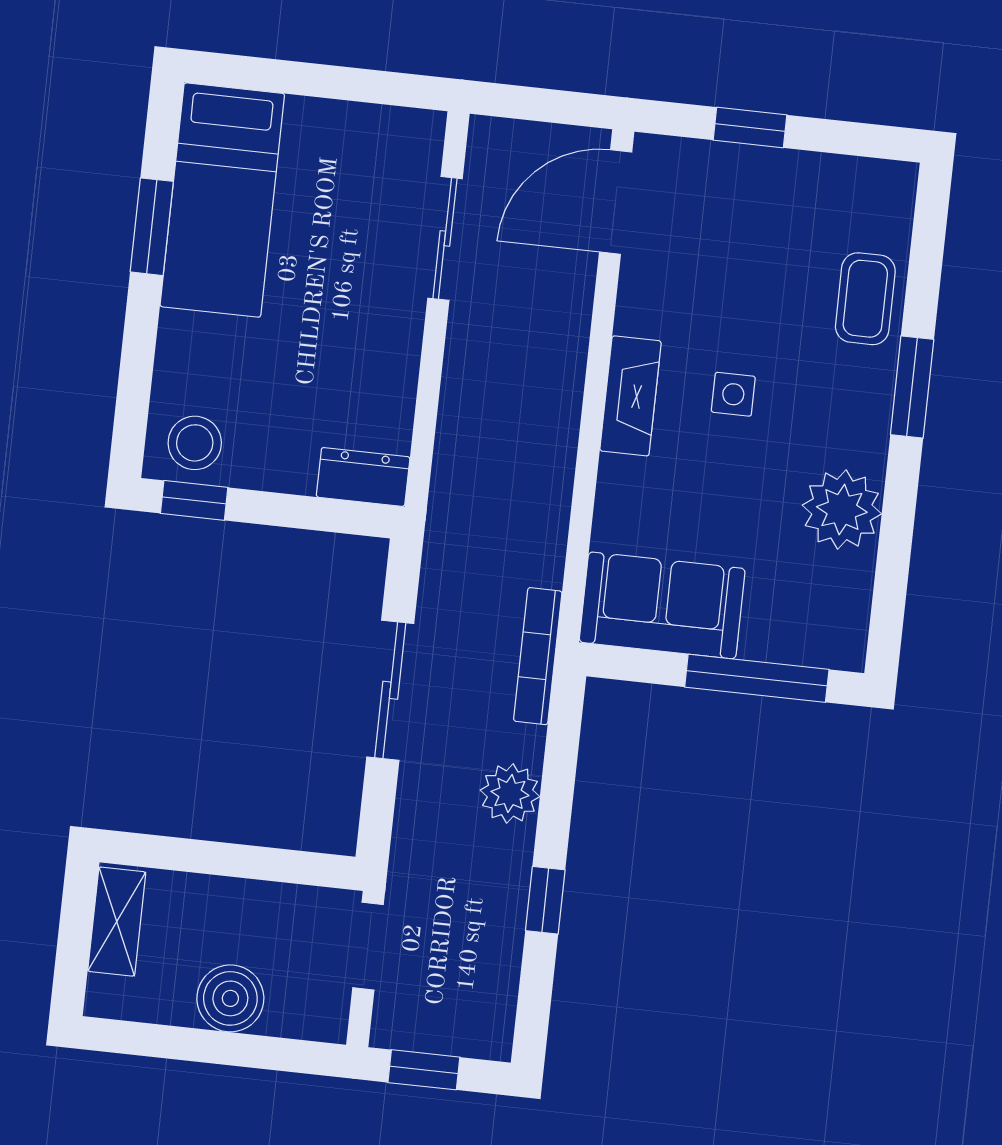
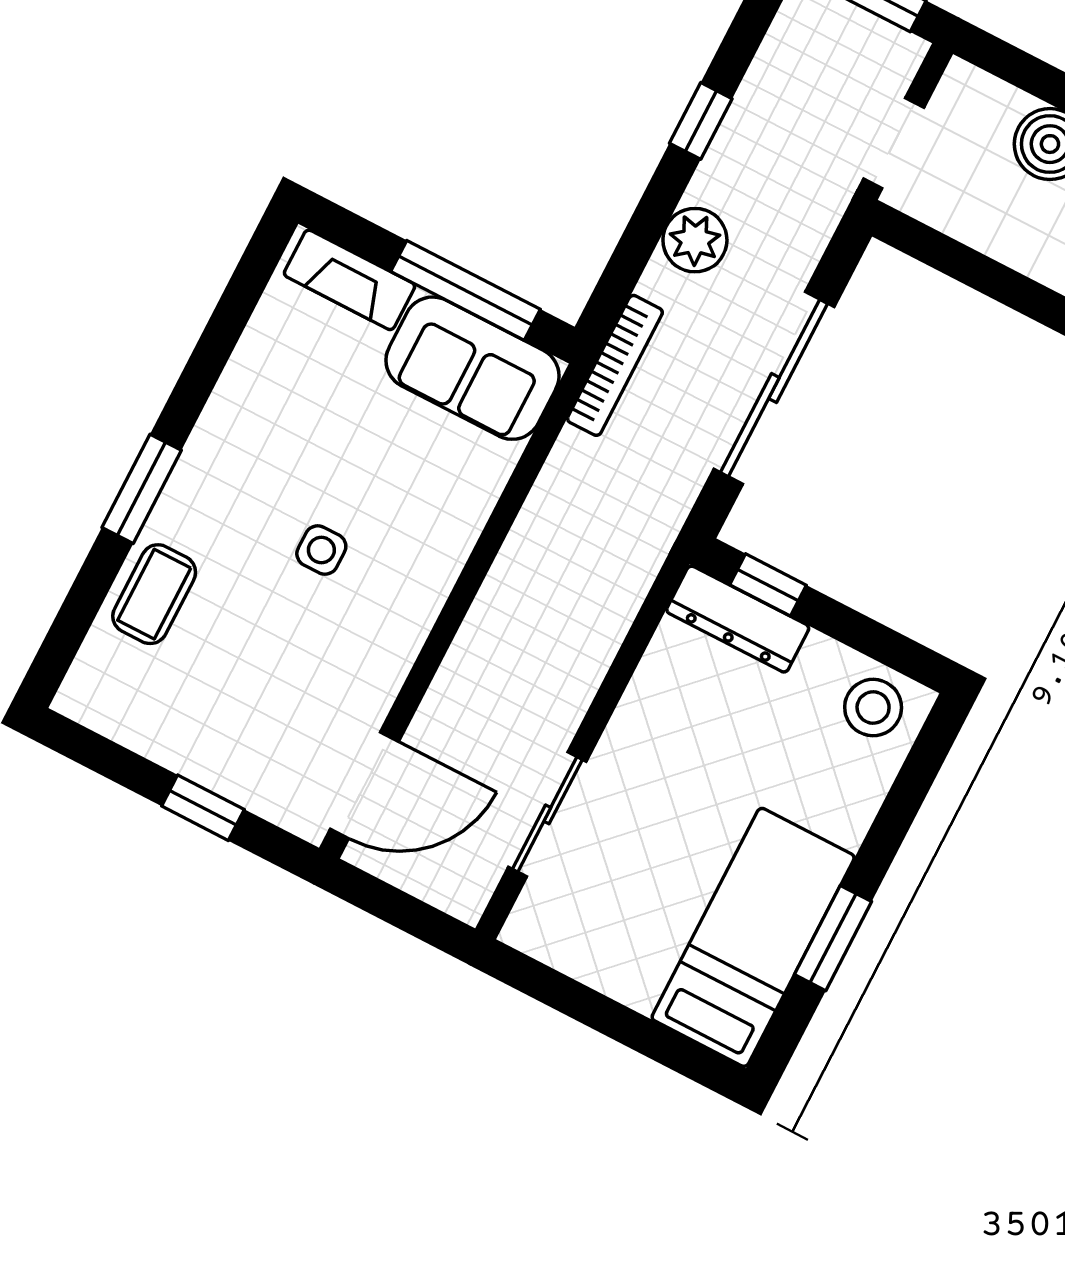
fireplace: (630, 396) -> (349, 280), moved, turned -90
dresser: (363, 477) -> (738, 619), width x1.44
window: (194, 500) -> (768, 585), moved
plant: (842, 510) -> (258, 394), removed
window: (757, 678) -> (466, 290), moved
sliding door: (390, 690) -> (774, 388), width x1.37

